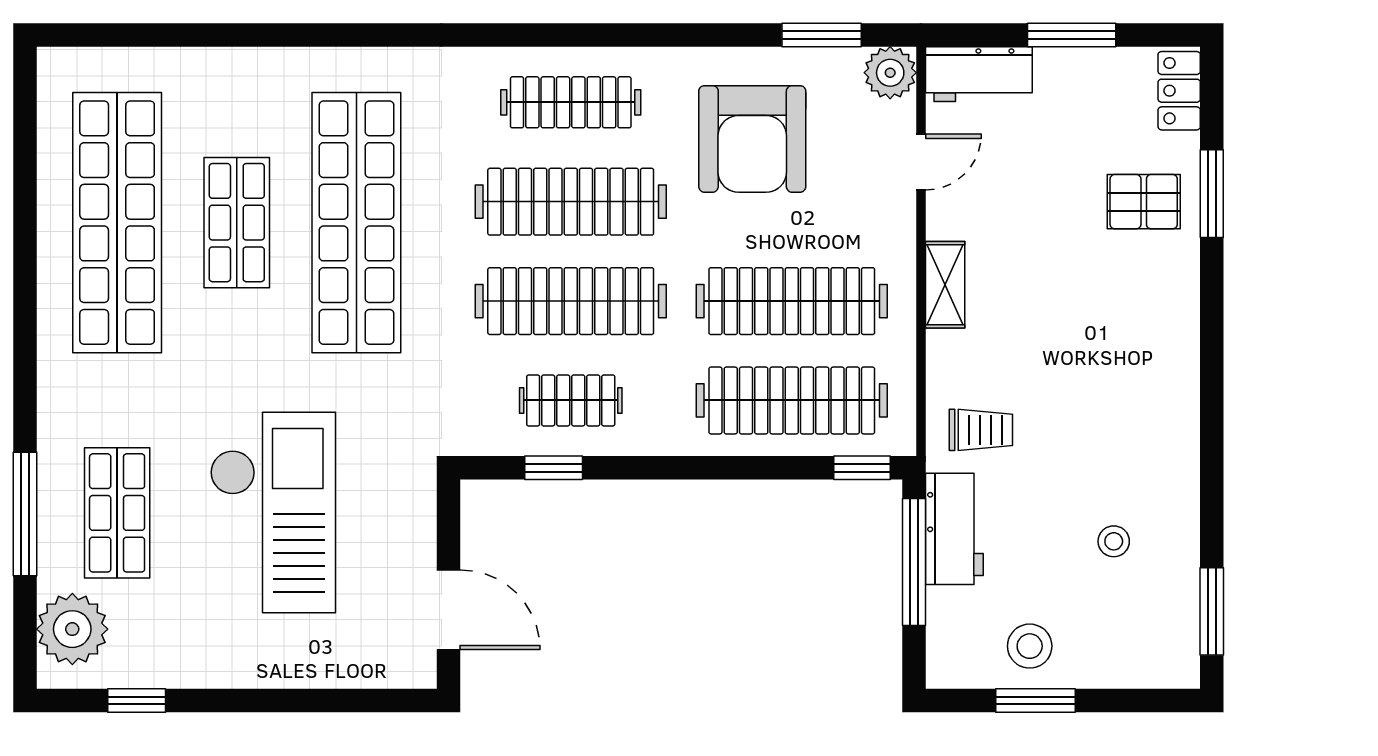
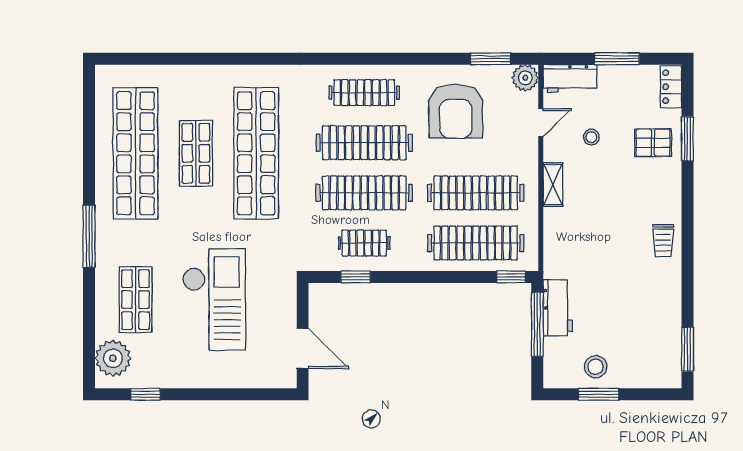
trolley: (981, 430) -> (663, 241), moved, turned 90
window: (25, 514) -> (89, 236), moved
stool: (1114, 541) -> (591, 137), moved

